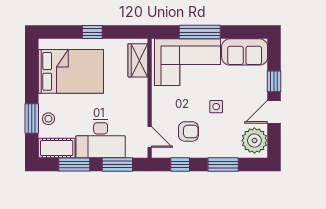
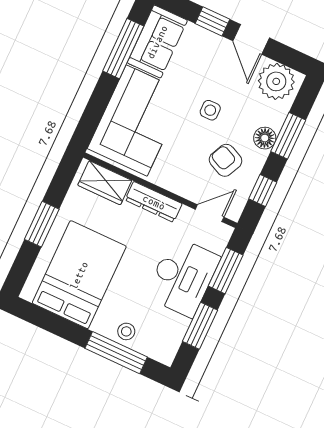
window: (92, 32) -> (42, 224), width x1.50
window: (200, 32) -> (123, 49), moved
dresser: (140, 98) -> (154, 202), added
window: (32, 118) -> (116, 353), width x1.44
armchair: (188, 131) -> (226, 160), turned -65
cot: (57, 148) -> (169, 338), removed
floor lamp: (215, 150) -> (265, 138), added

